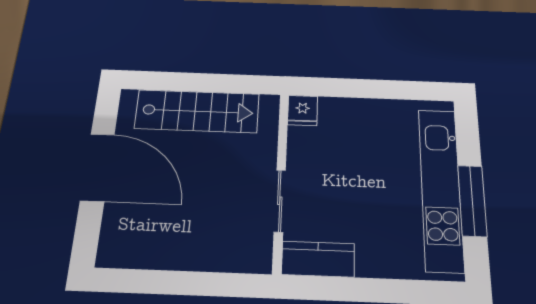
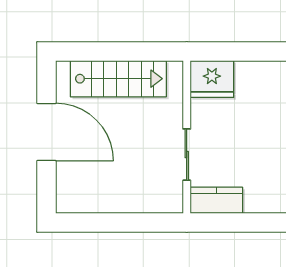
fridge: (303, 110) -> (212, 79), width x1.88, depth x1.34

